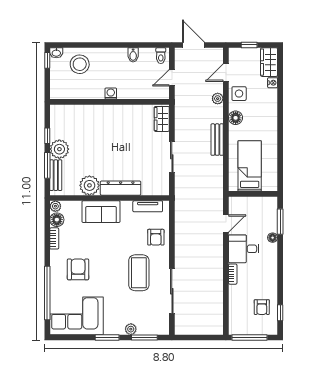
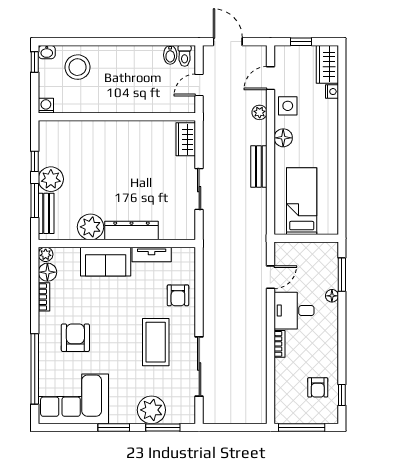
bidet: (133, 55) -> (170, 55), moved
washing machine: (111, 93) -> (46, 106), moved
tv unit: (148, 206) -> (152, 255), moved
plant: (131, 329) -> (151, 410), width x1.88, depth x1.88

